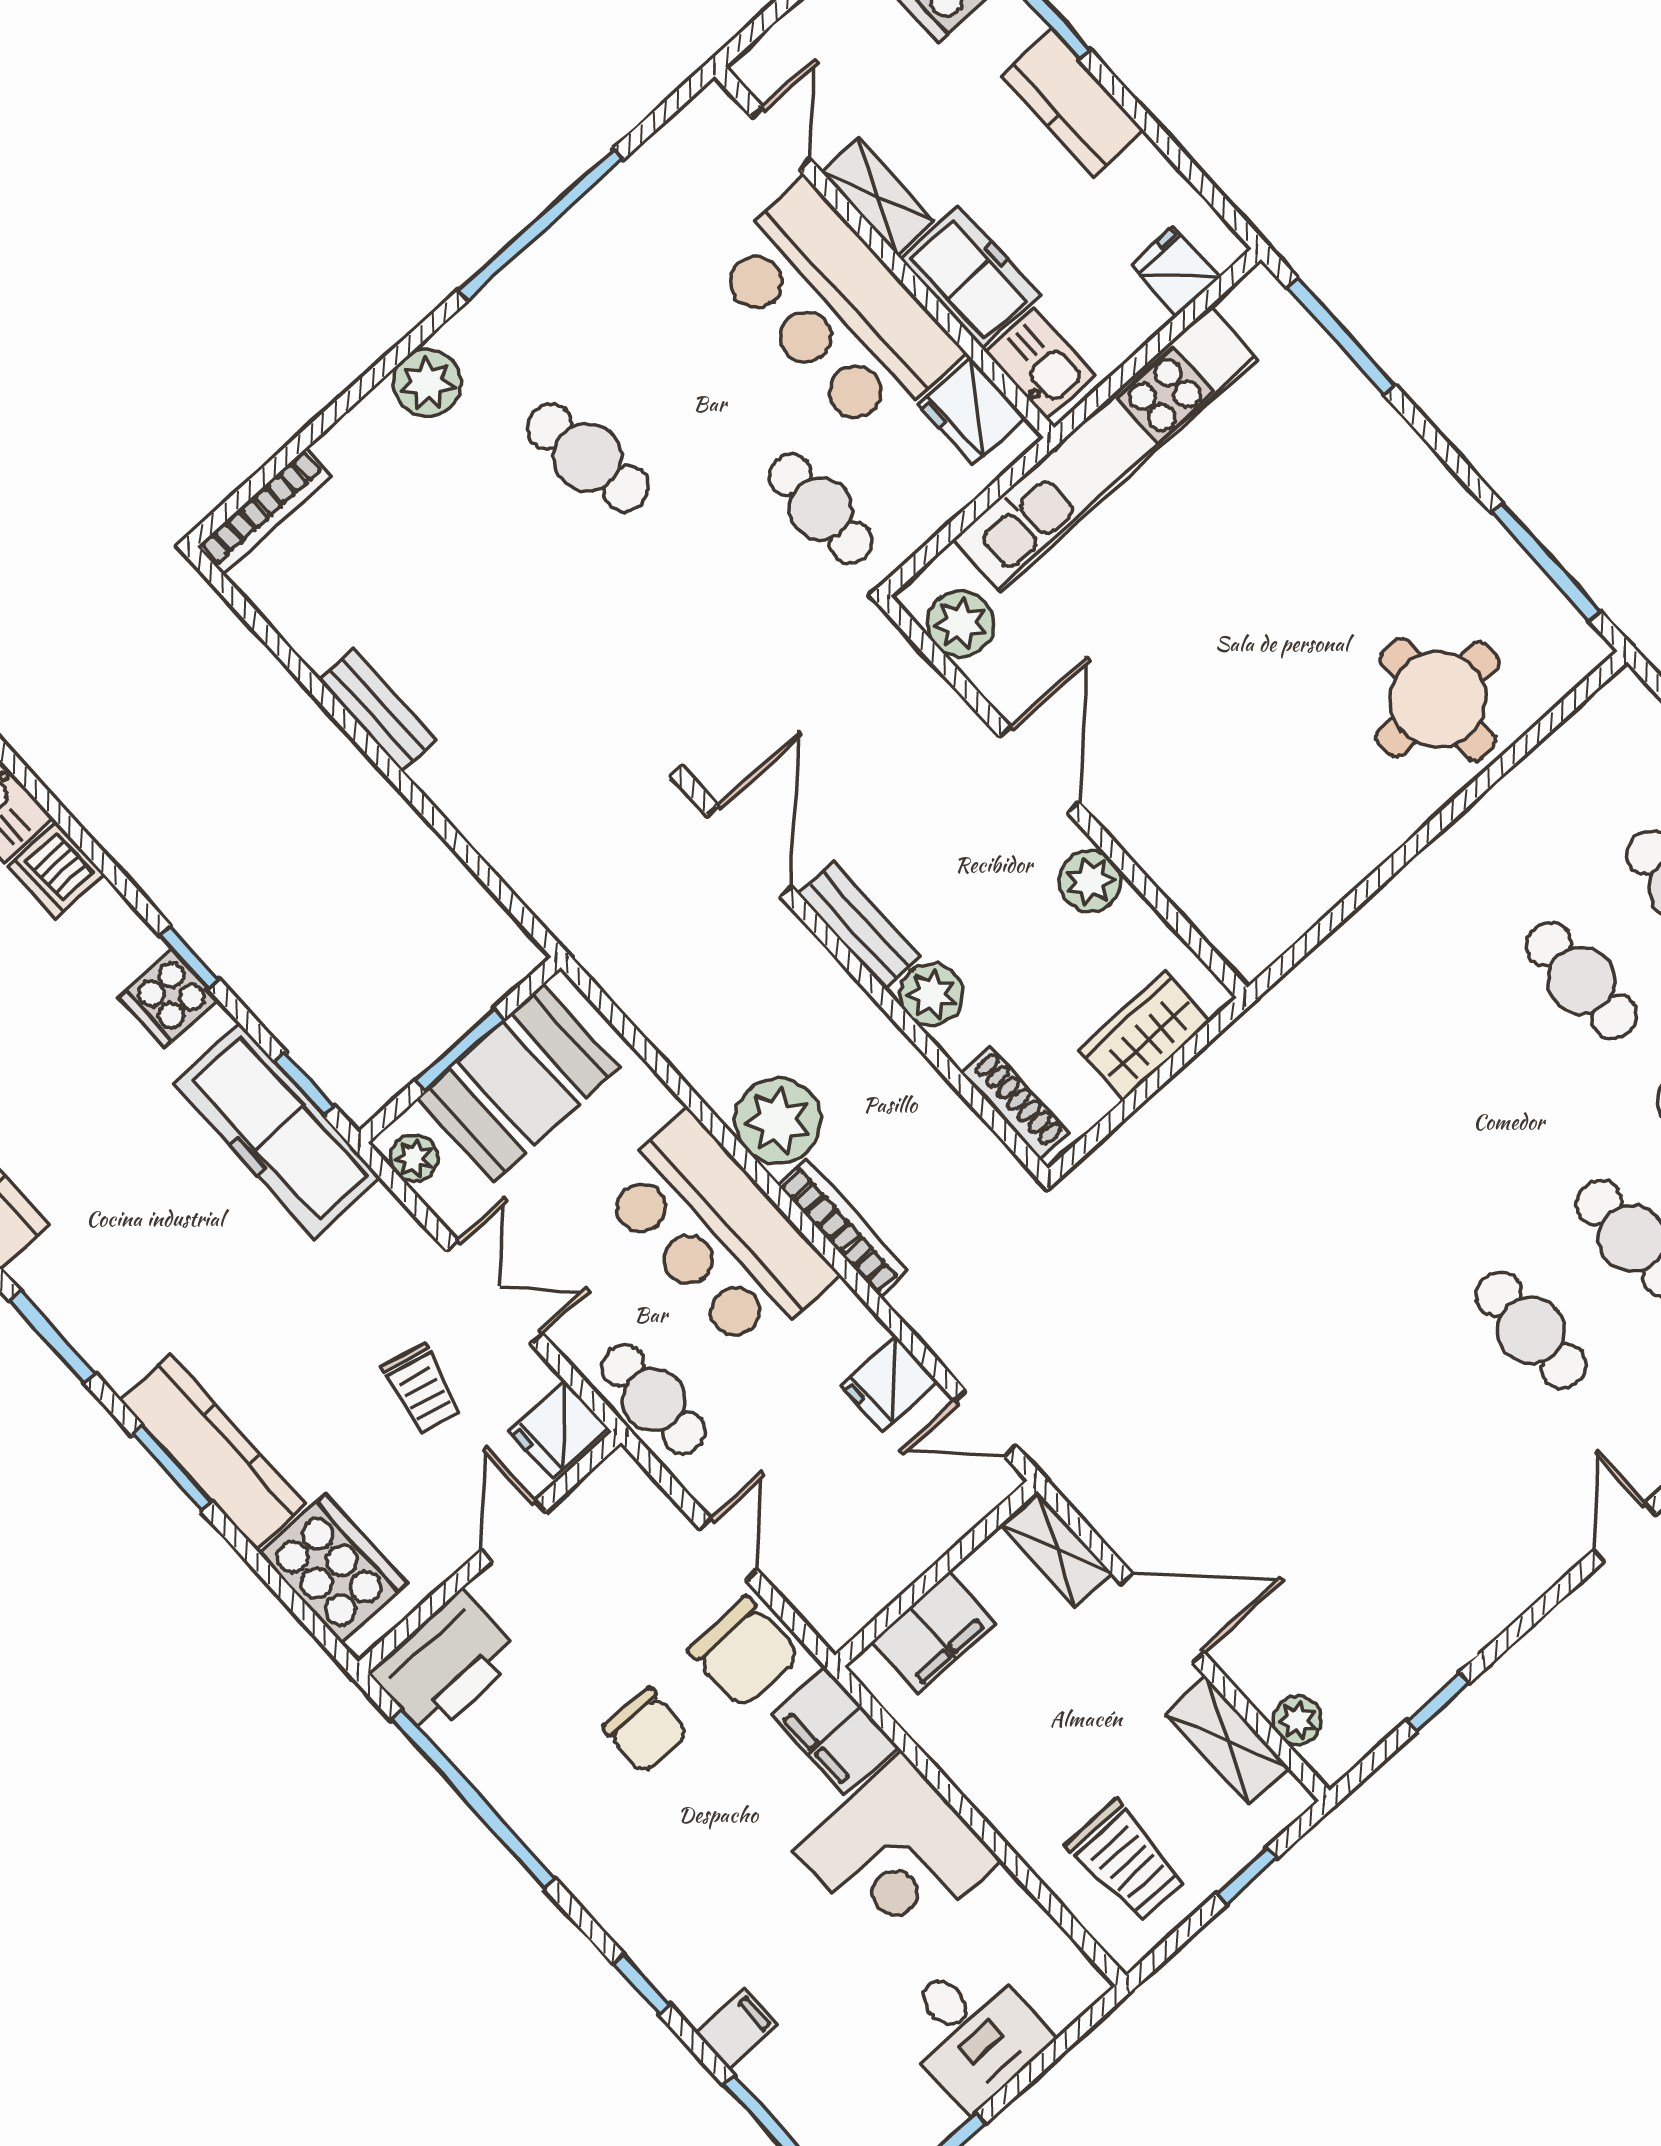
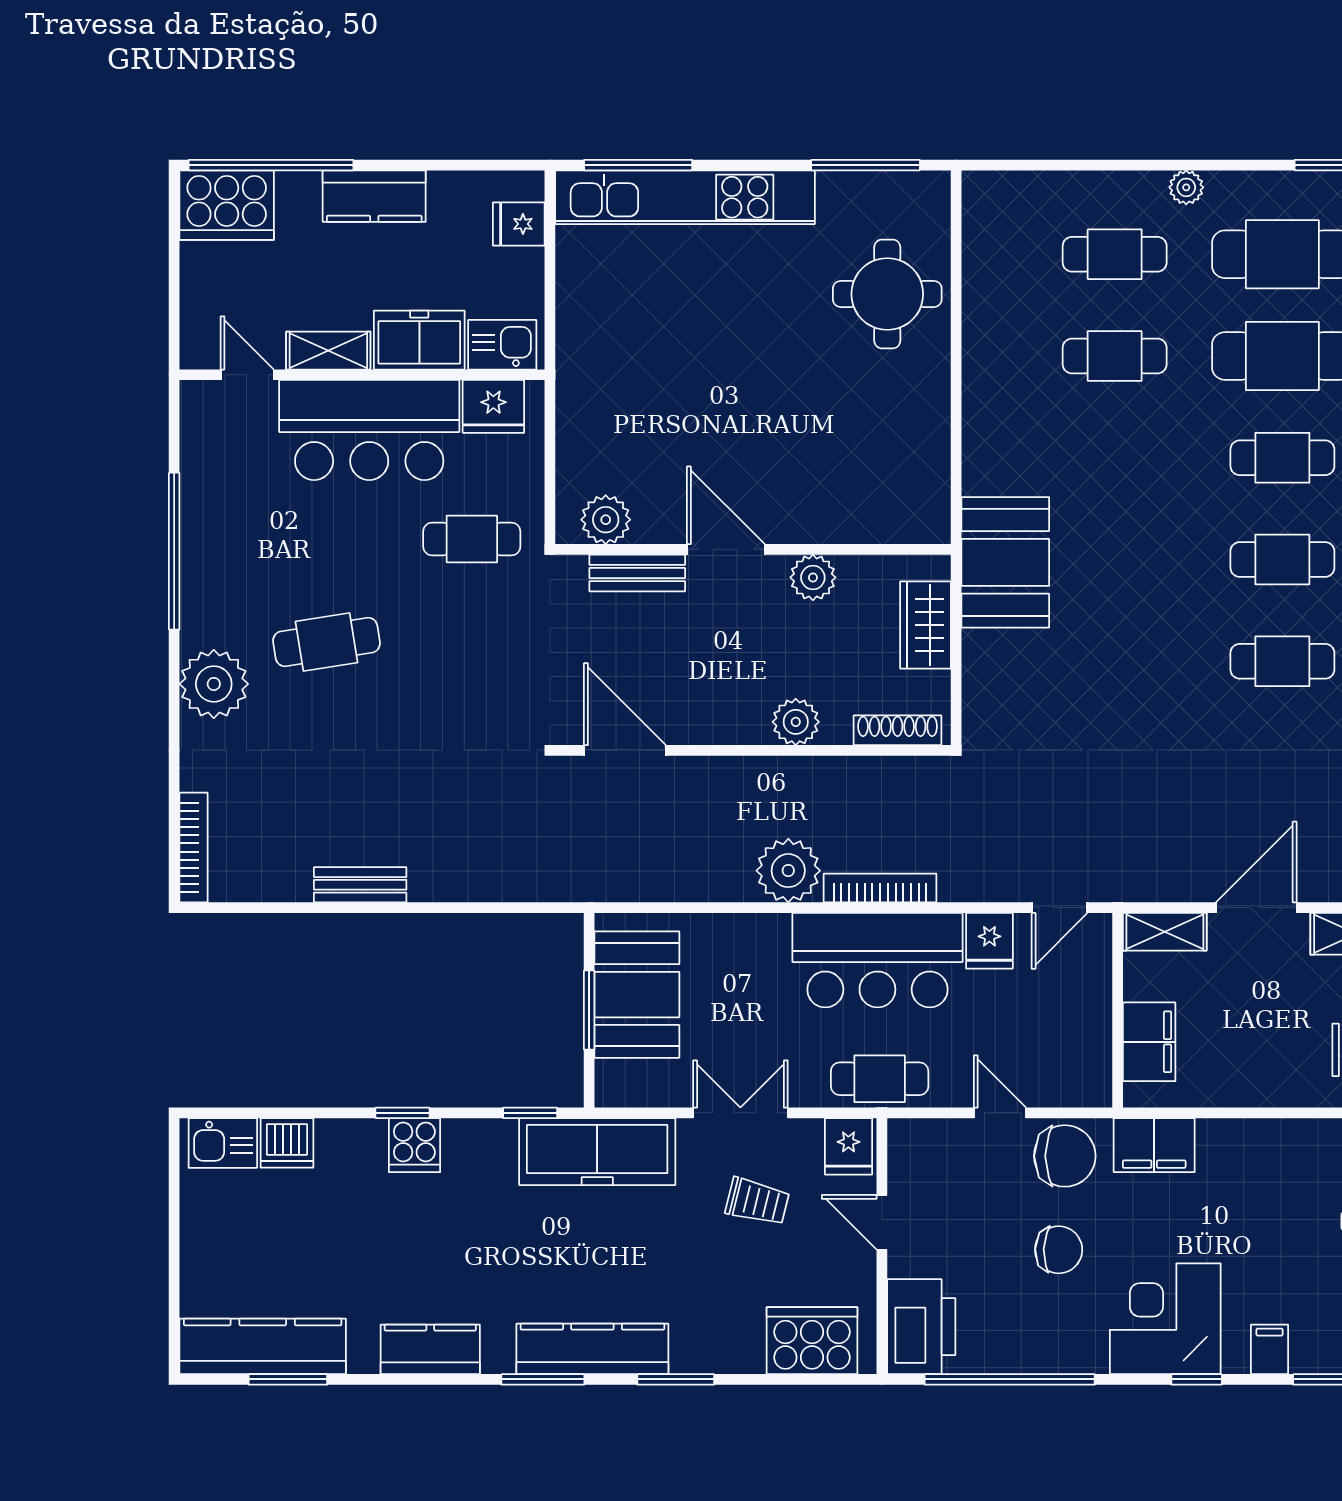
plant: (427, 383) -> (214, 684), width x1.36, depth x1.36
kitchen unit: (1106, 449) -> (685, 197), moved, turned 90
bench: (859, 925) -> (637, 573), moved
booth: (1278, 1058) -> (1005, 562), added
freezer: (277, 1130) -> (597, 1152), moved
plant: (414, 1158) -> (626, 1090), removed
bar counter: (717, 1233) -> (877, 960), moved
cafe table: (1430, 1422) -> (1282, 661), added
kitchen counter: (213, 1452) -> (592, 1349), moved
corner desk: (897, 1855) -> (1165, 1319), moved, turned 180

